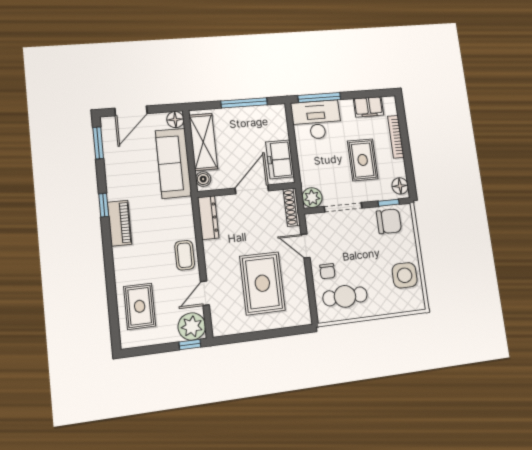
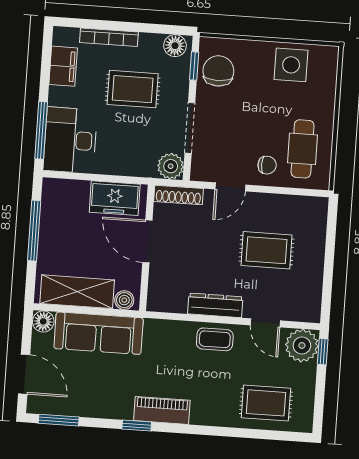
dresser: (208, 218) -> (215, 305), moved
rug: (262, 283) -> (267, 250), width x0.73, depth x0.70

